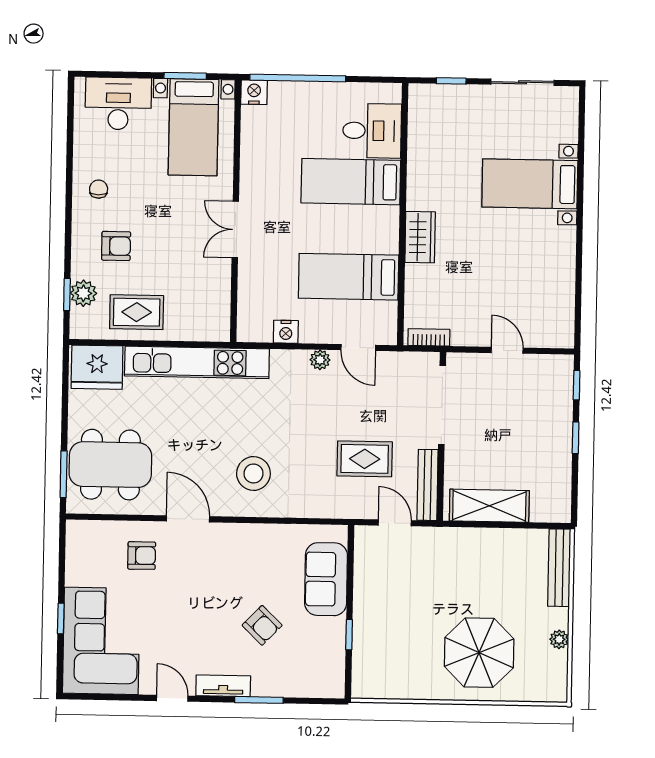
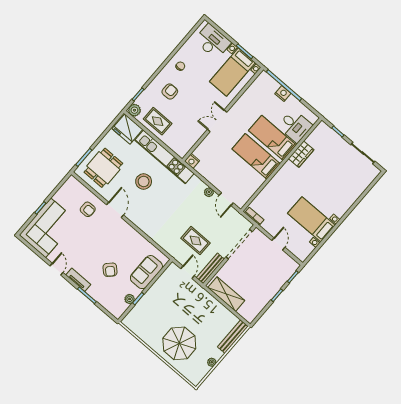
nightstand: (254, 92) -> (283, 94), moved
bed with nightstands: (530, 184) -> (311, 219), moved
wardrobe: (420, 237) -> (301, 154), moved
armchair: (116, 246) -> (170, 92), turned -90
bed: (349, 277) -> (256, 156), moved
plant: (83, 293) -> (134, 110), moved
nightstand: (286, 332) -> (192, 161), moved
dining table: (110, 465) -> (103, 168), width x0.73
stool: (253, 474) -> (144, 181), moved
plant: (335, 647) -> (130, 299), added

